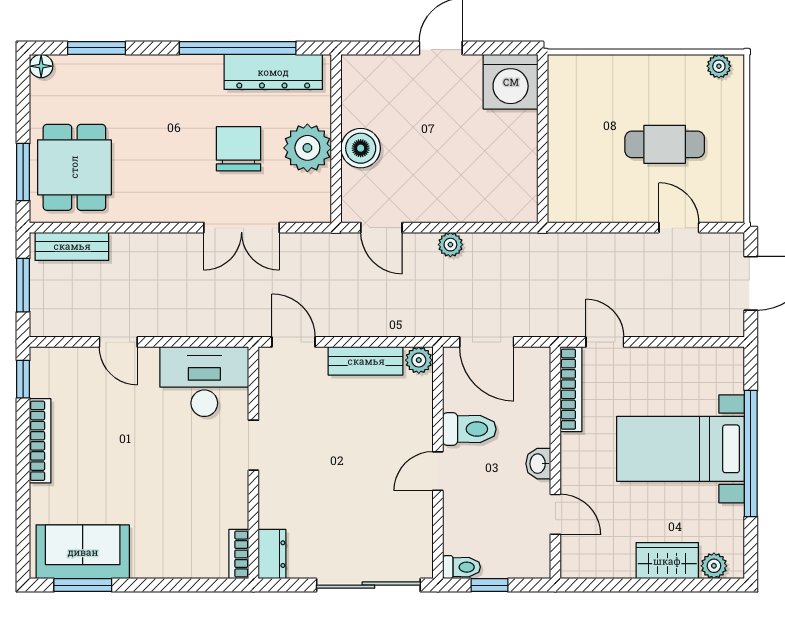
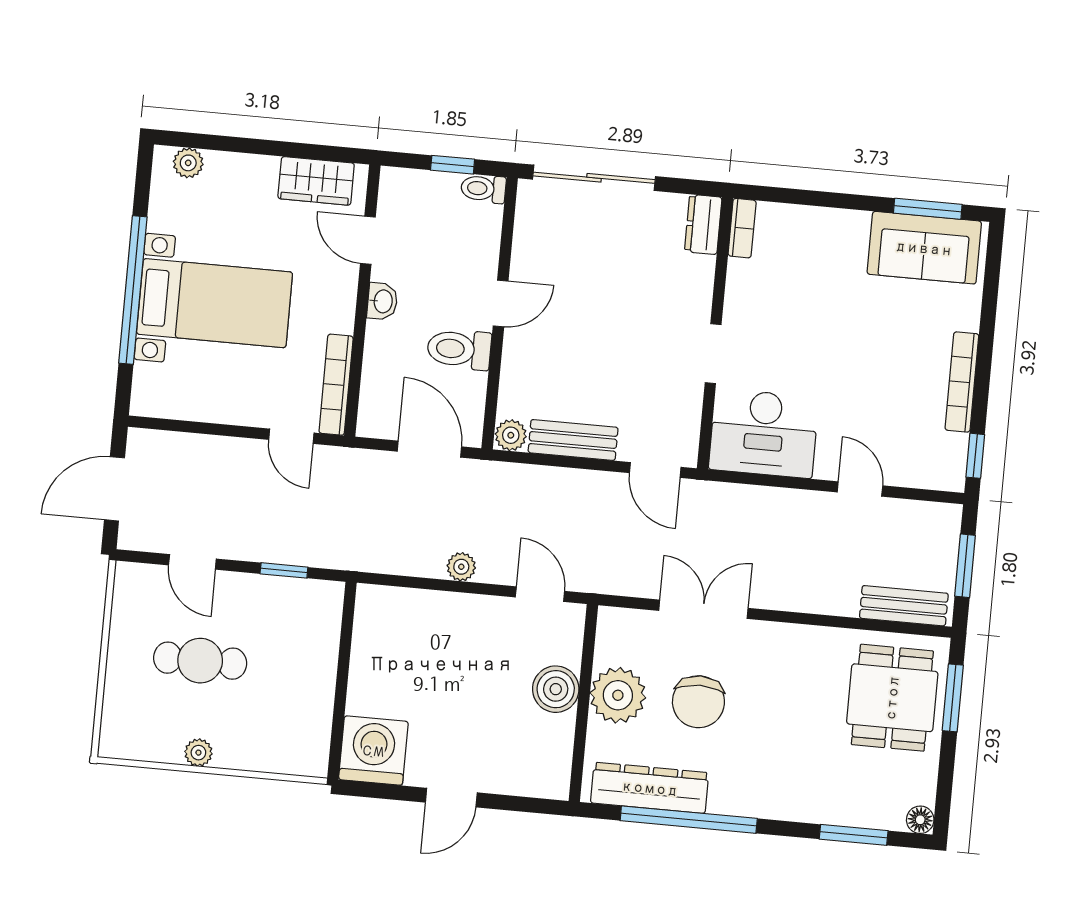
plant: (719, 66) -> (198, 753), moved
window: (601, 228) -> (284, 570), added
wardrobe: (667, 561) -> (316, 181), moved

